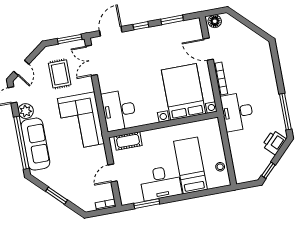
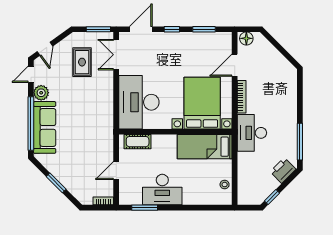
door: (208, 49) -> (235, 65), hinge flipped
desk: (119, 110) -> (139, 102), width x1.36, depth x1.30
corner sofa: (81, 121) -> (94, 113), removed
bed: (190, 165) -> (205, 147), moved, turned -90

